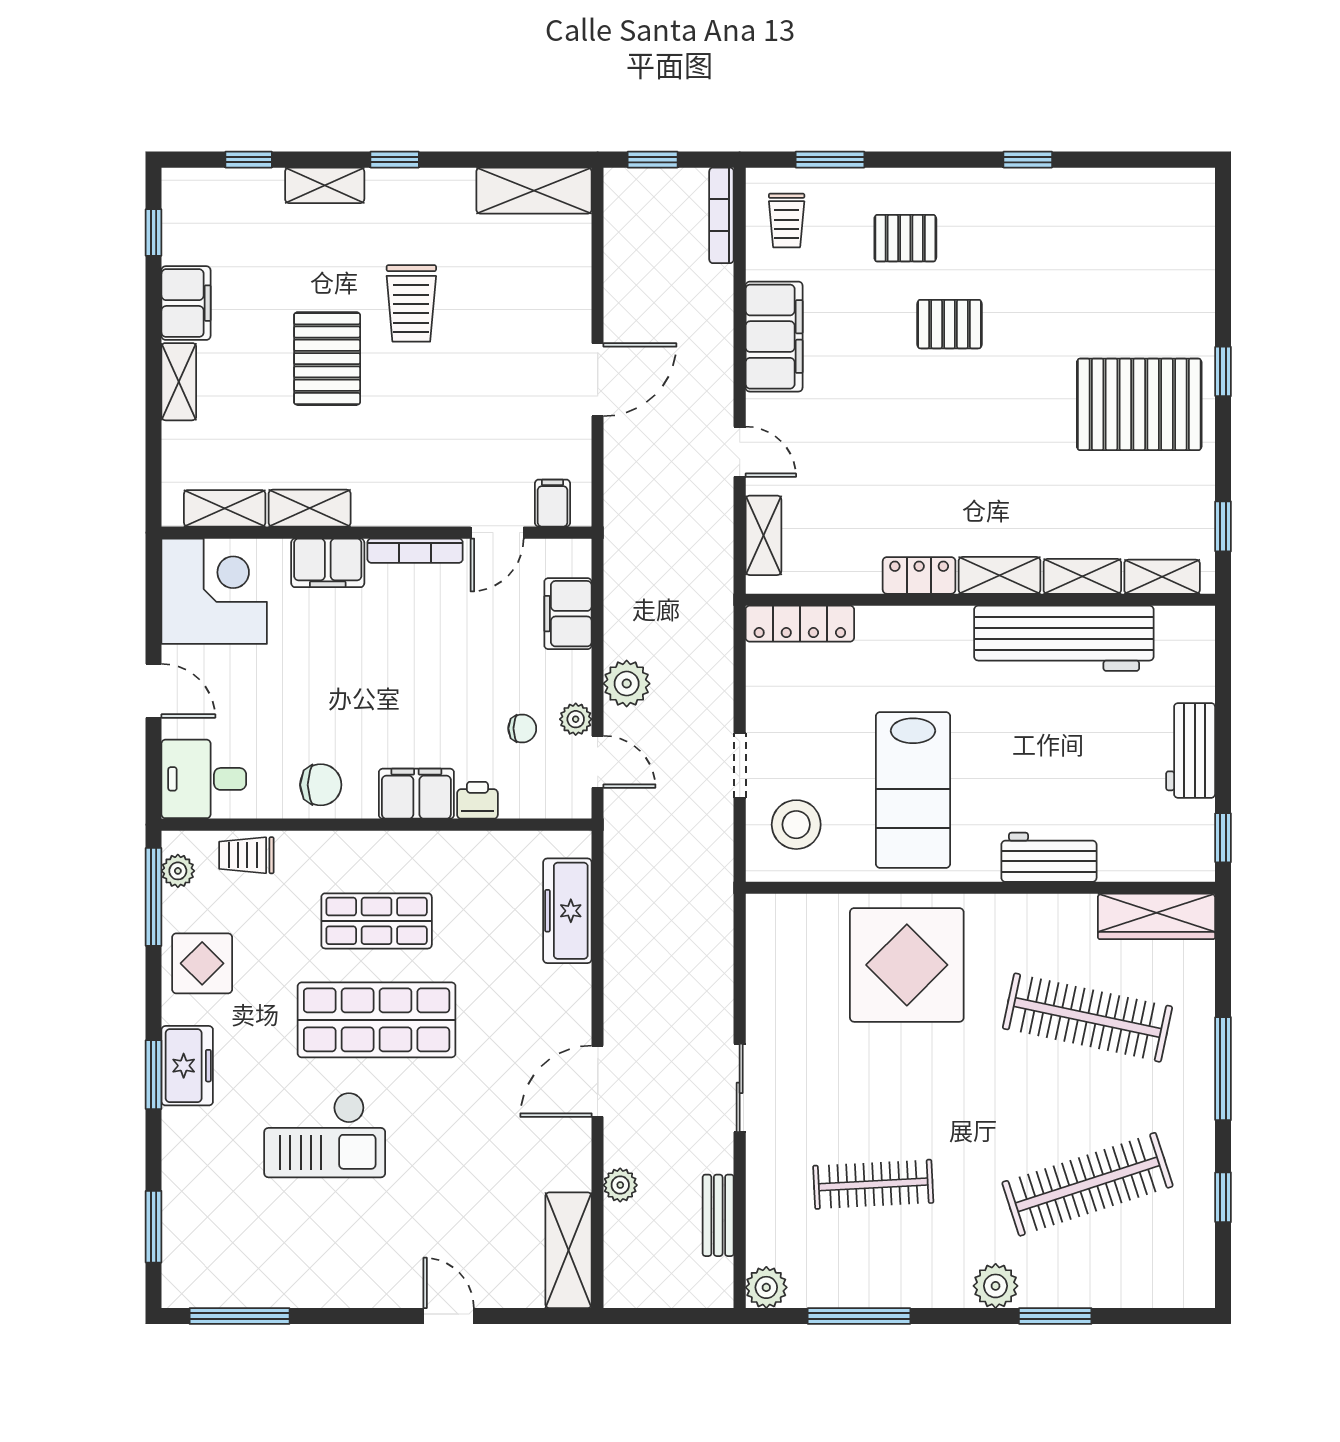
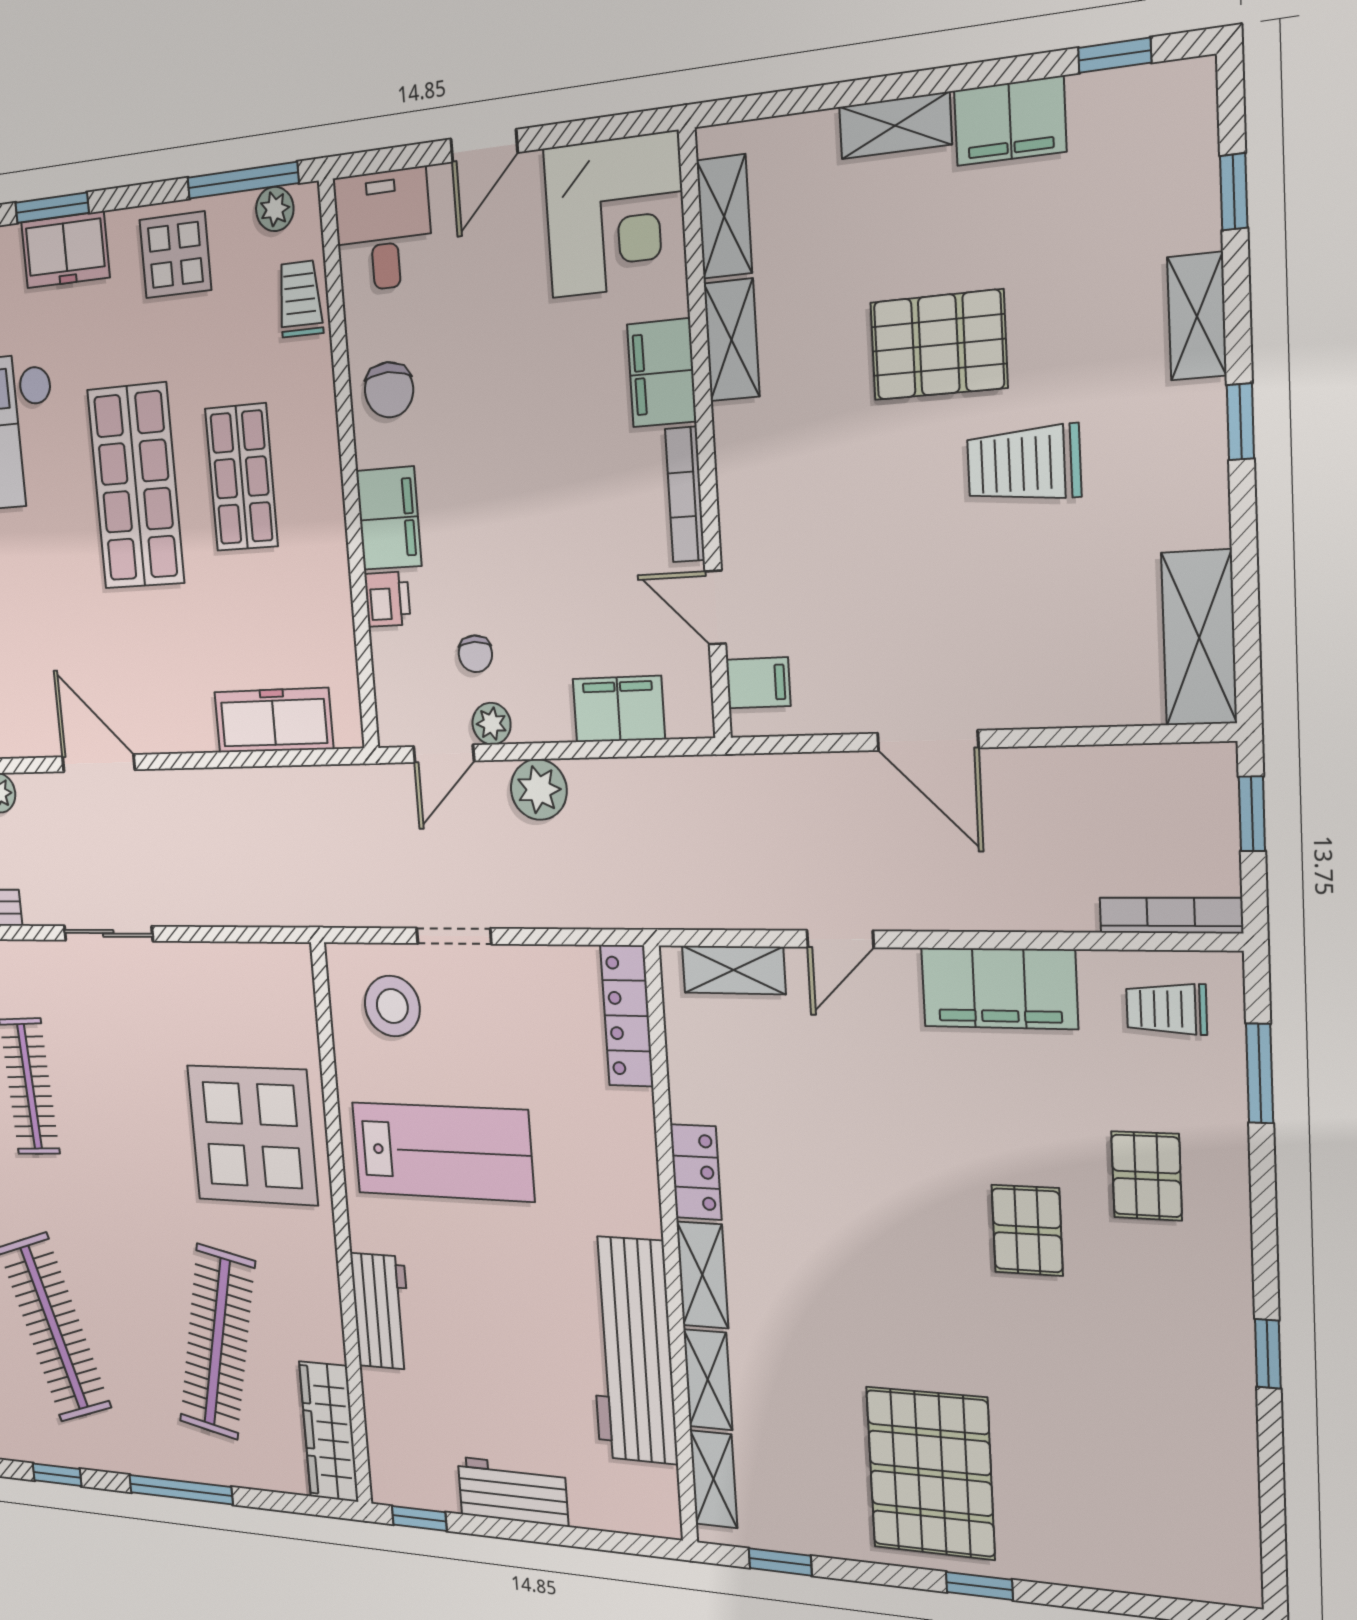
lab bench: (913, 790) -> (442, 1152), turned 180

